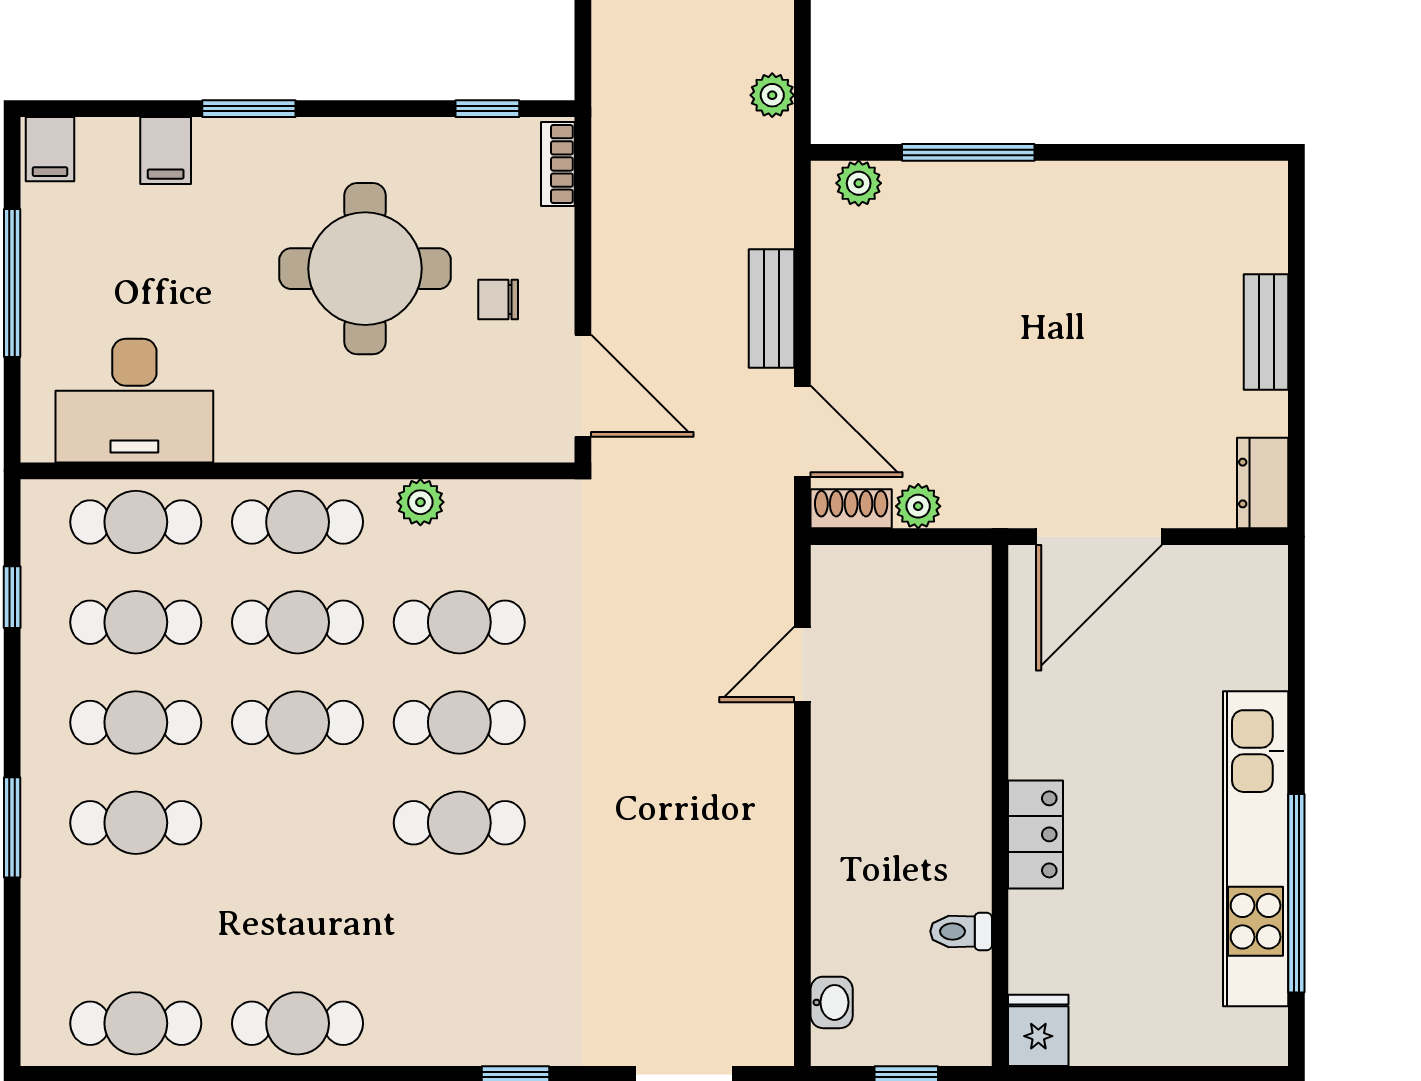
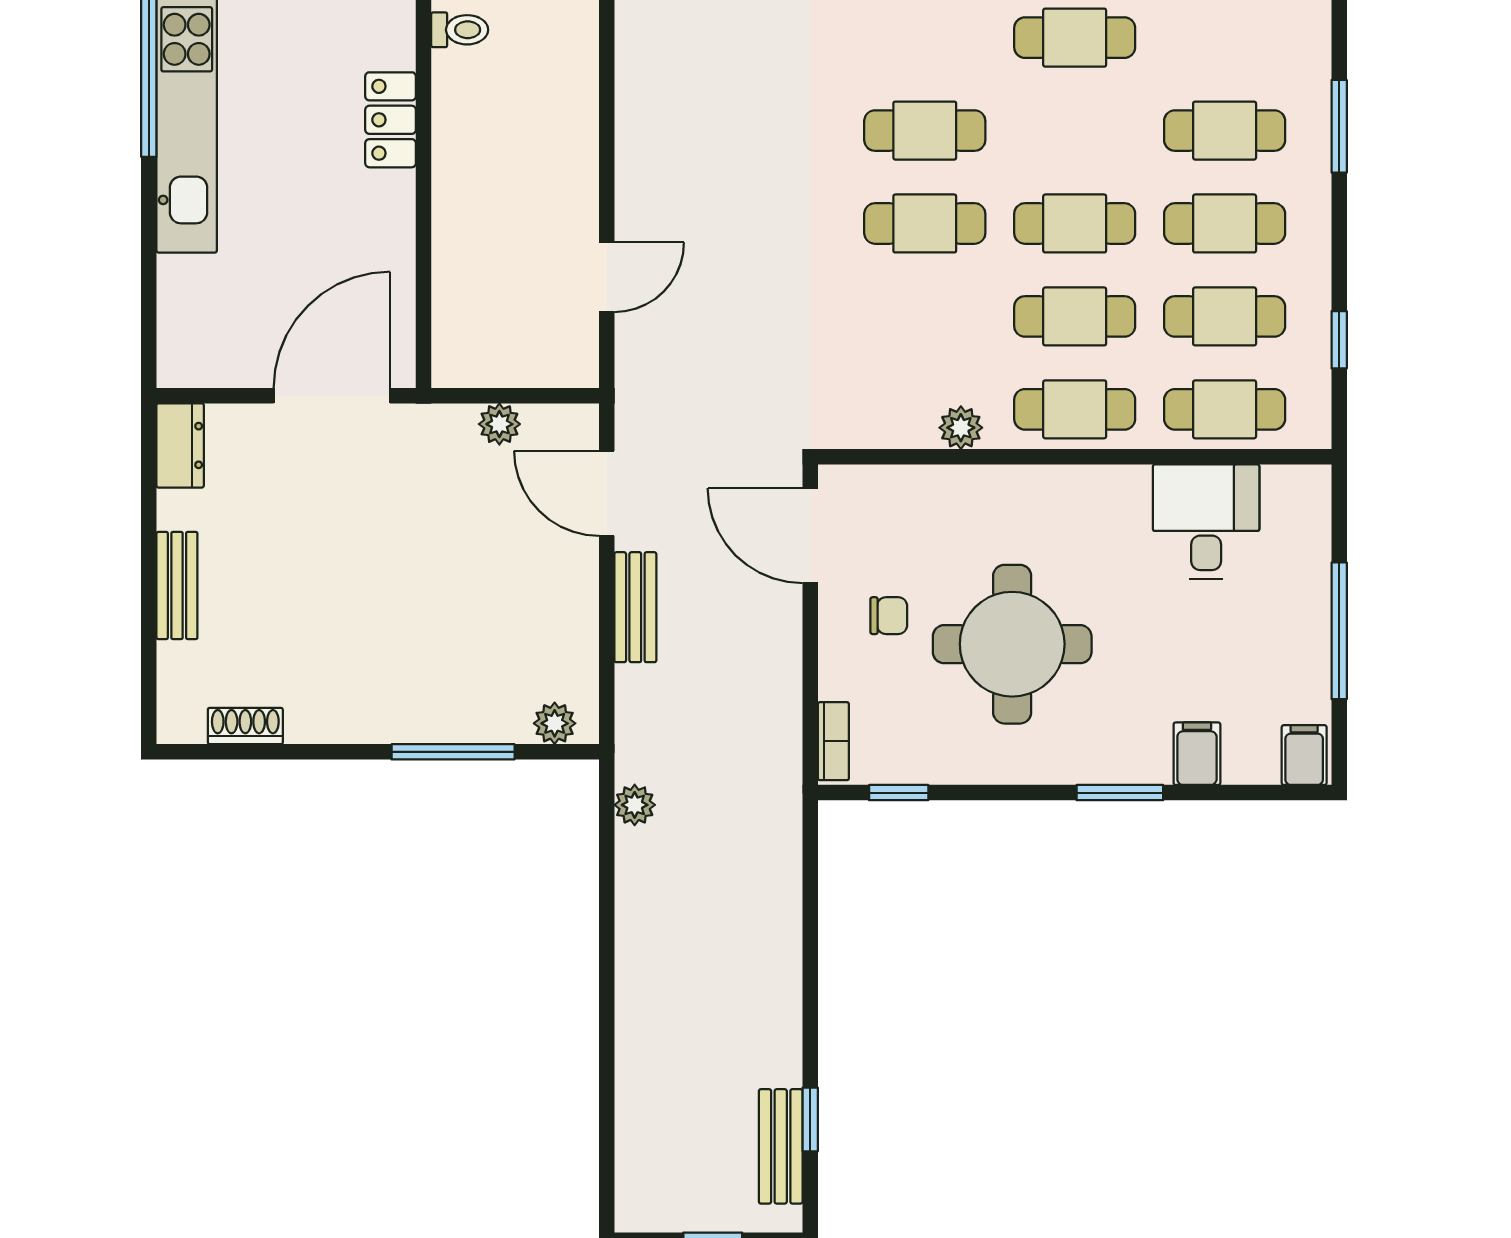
desk: (134, 401) -> (1206, 522), width x0.73
shoe rack: (851, 509) -> (245, 726), moved, turned 180
cafe table: (459, 622) -> (1075, 38), moved

